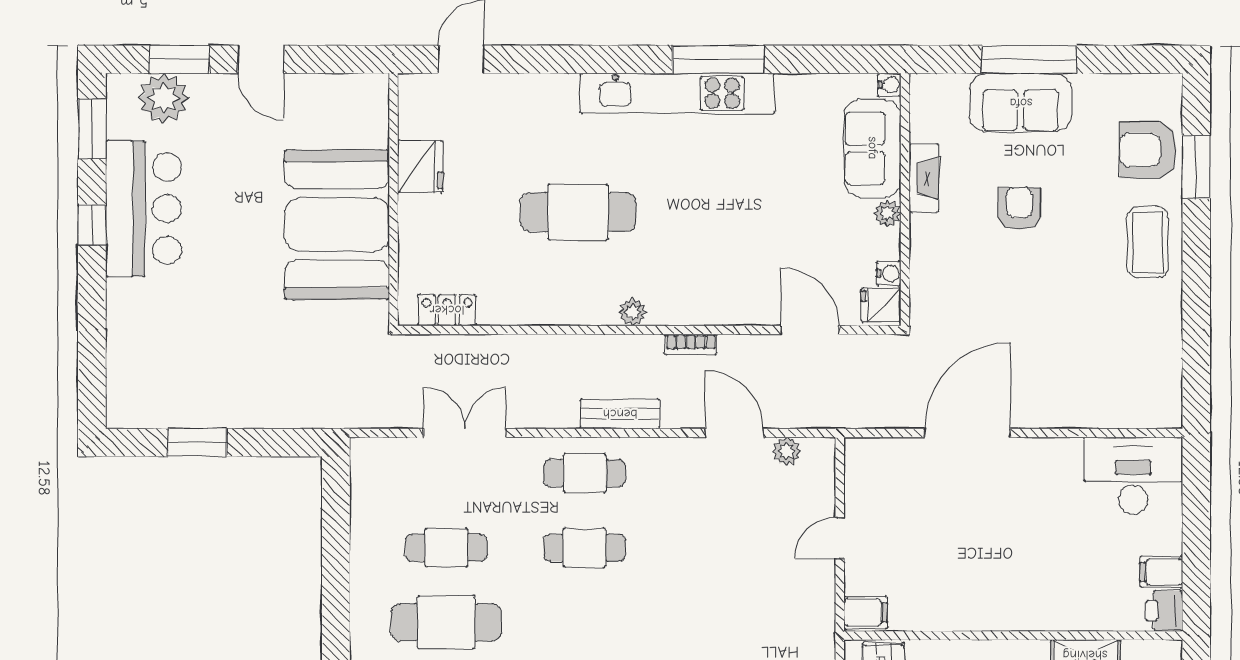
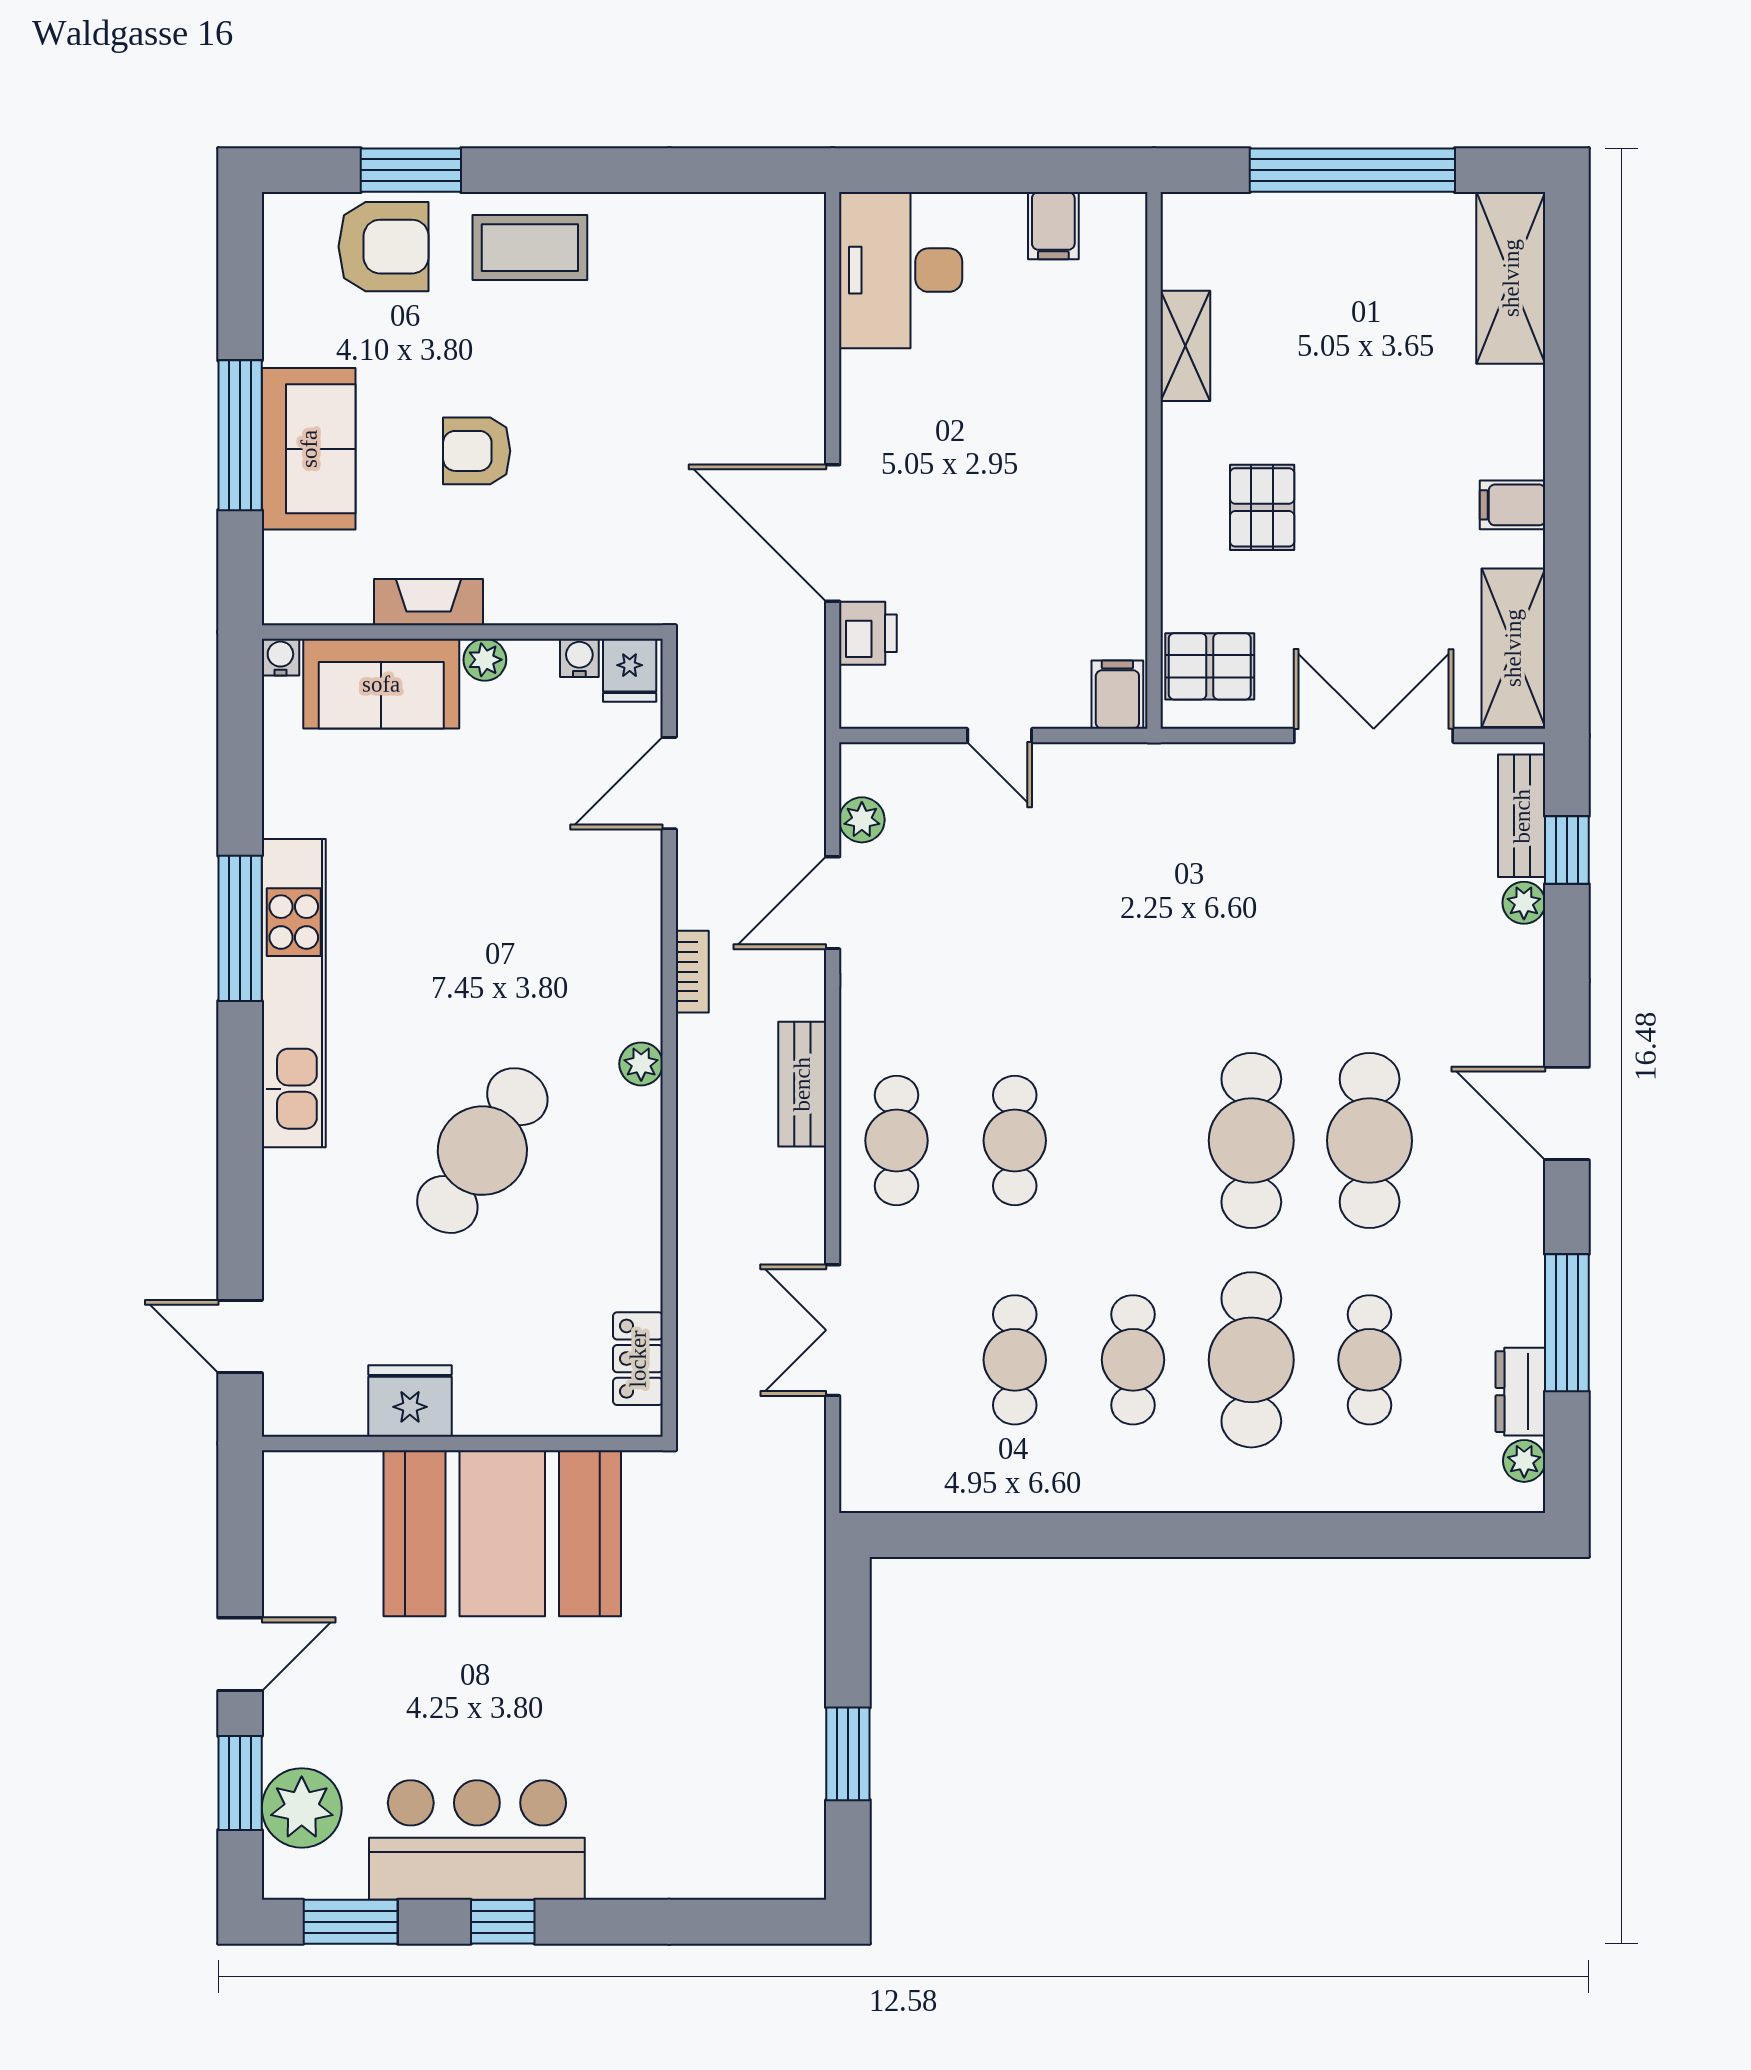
armchair: (1148, 150) -> (383, 247), turned -90
cafe table: (578, 212) -> (482, 1151), turned 33
printer: (1164, 611) -> (868, 633), moved, turned -90
cafe table: (446, 622) -> (1133, 1360), width x0.73, depth x0.74

